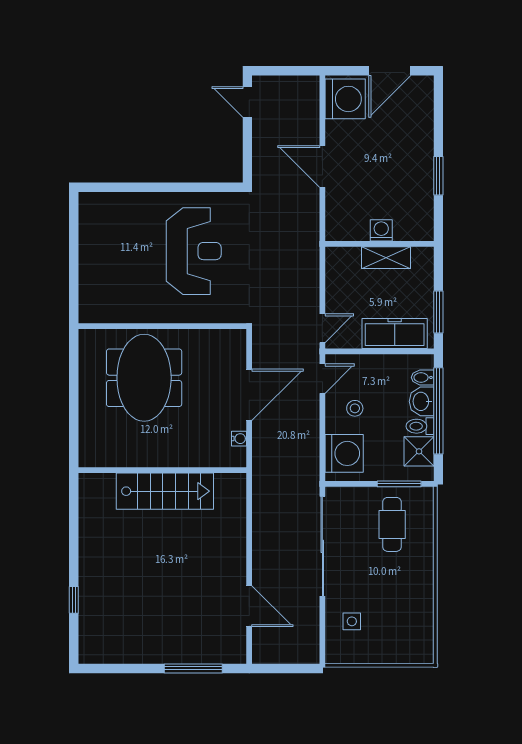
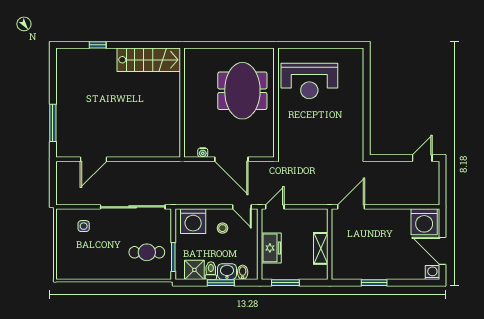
door: (322, 166) -> (351, 207), moved
washing machine: (381, 230) -> (432, 272), moved, turned -90
reception desk: (194, 251) -> (309, 81), moved
door: (322, 328) -> (275, 207), swing flipped
freezer: (395, 333) -> (271, 248), width x0.71
meeting table: (144, 378) -> (242, 91), turned 90
window: (438, 411) -> (221, 283), width x0.47
stairs: (165, 491) -> (149, 60), moved, turned -90

